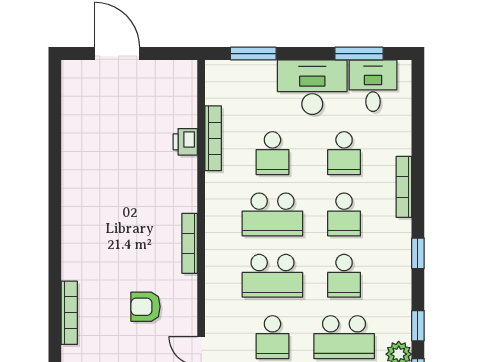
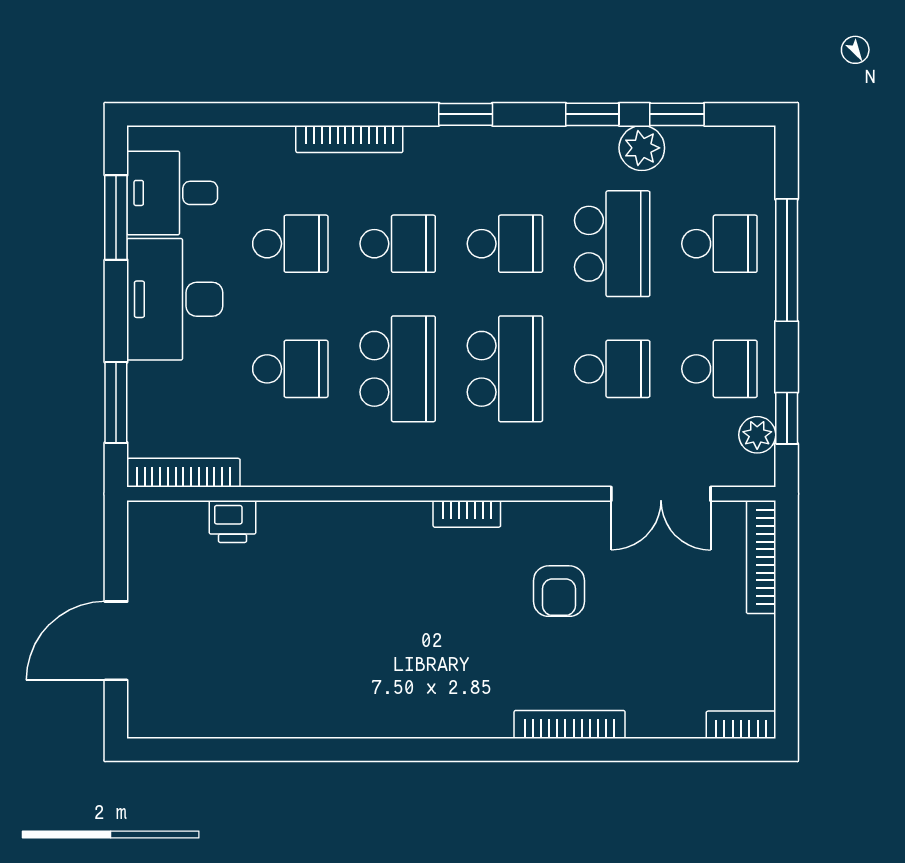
bookcase: (213, 138) -> (183, 473), moved
printer: (185, 142) -> (232, 521), moved
bookcase: (190, 243) -> (467, 514), width x0.64

